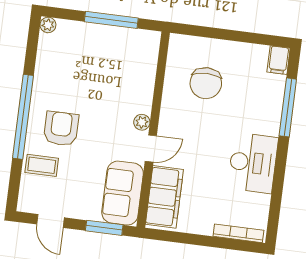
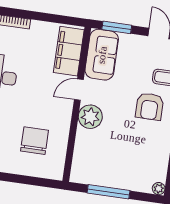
plant: (142, 122) -> (90, 117), width x1.87, depth x1.87

